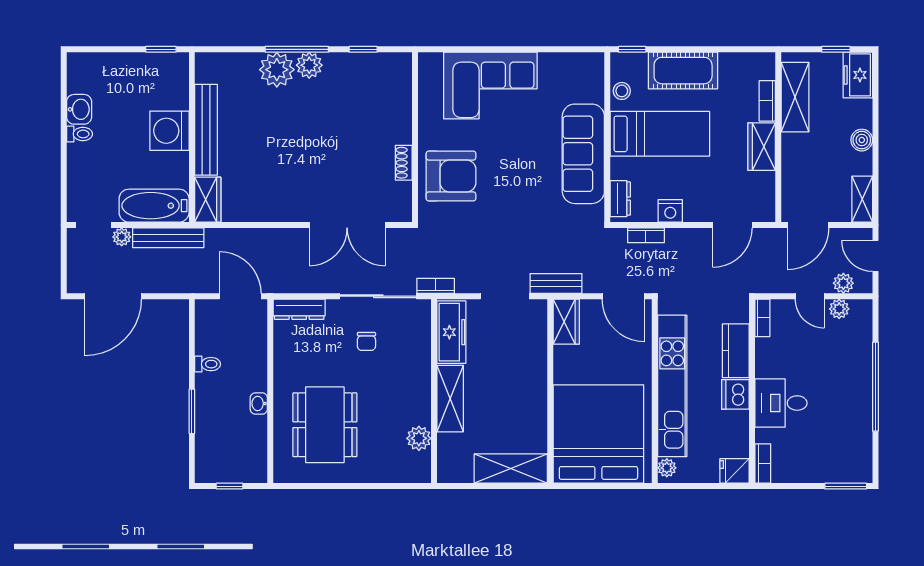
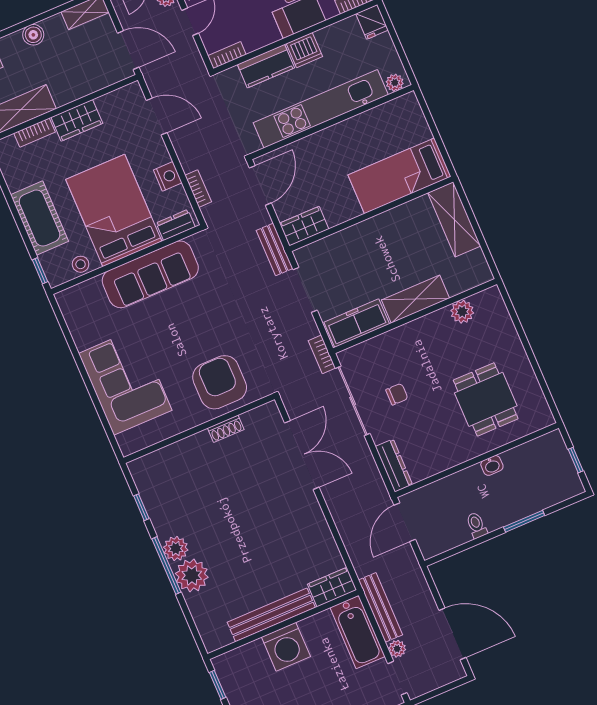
bed: (660, 134) -> (114, 210), width x1.50
dining table: (325, 425) -> (486, 399), width x0.73
bed: (598, 434) -> (400, 176), width x0.49

